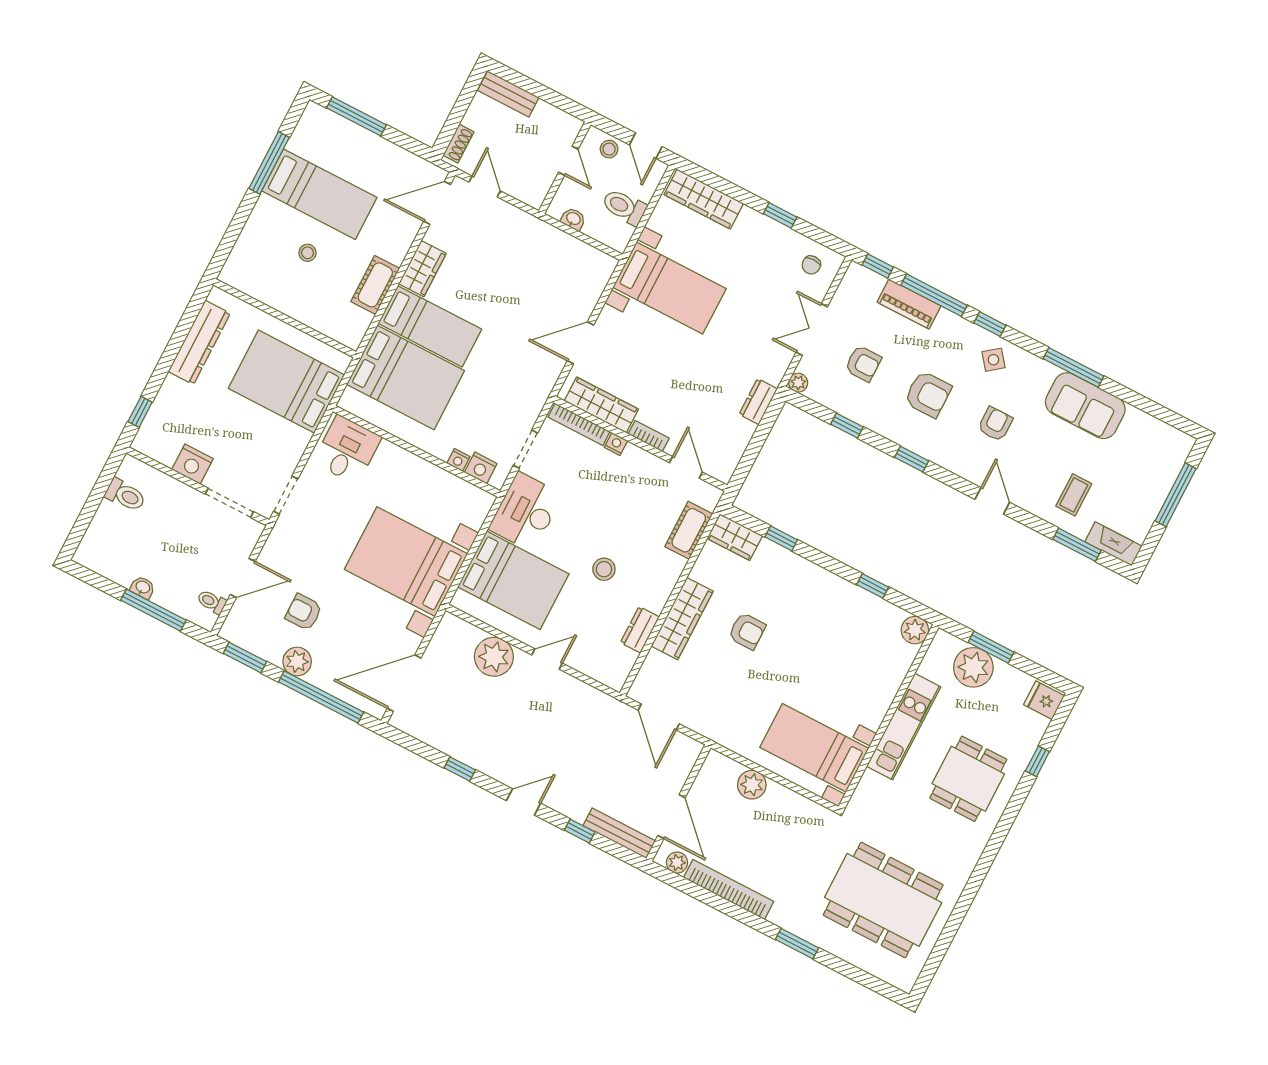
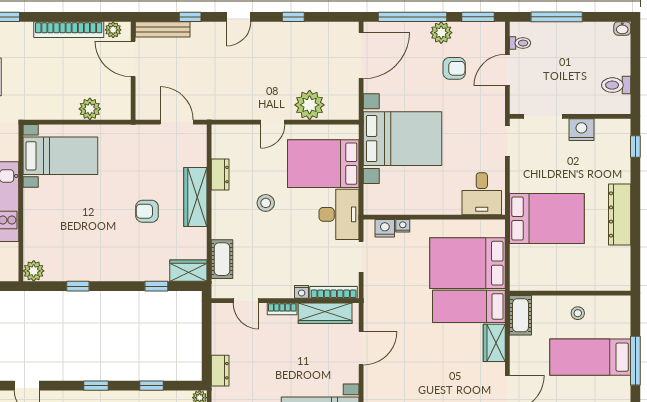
wall: (285, 318) -> (570, 293), moved
washbasin: (143, 587) -> (622, 28), moved

